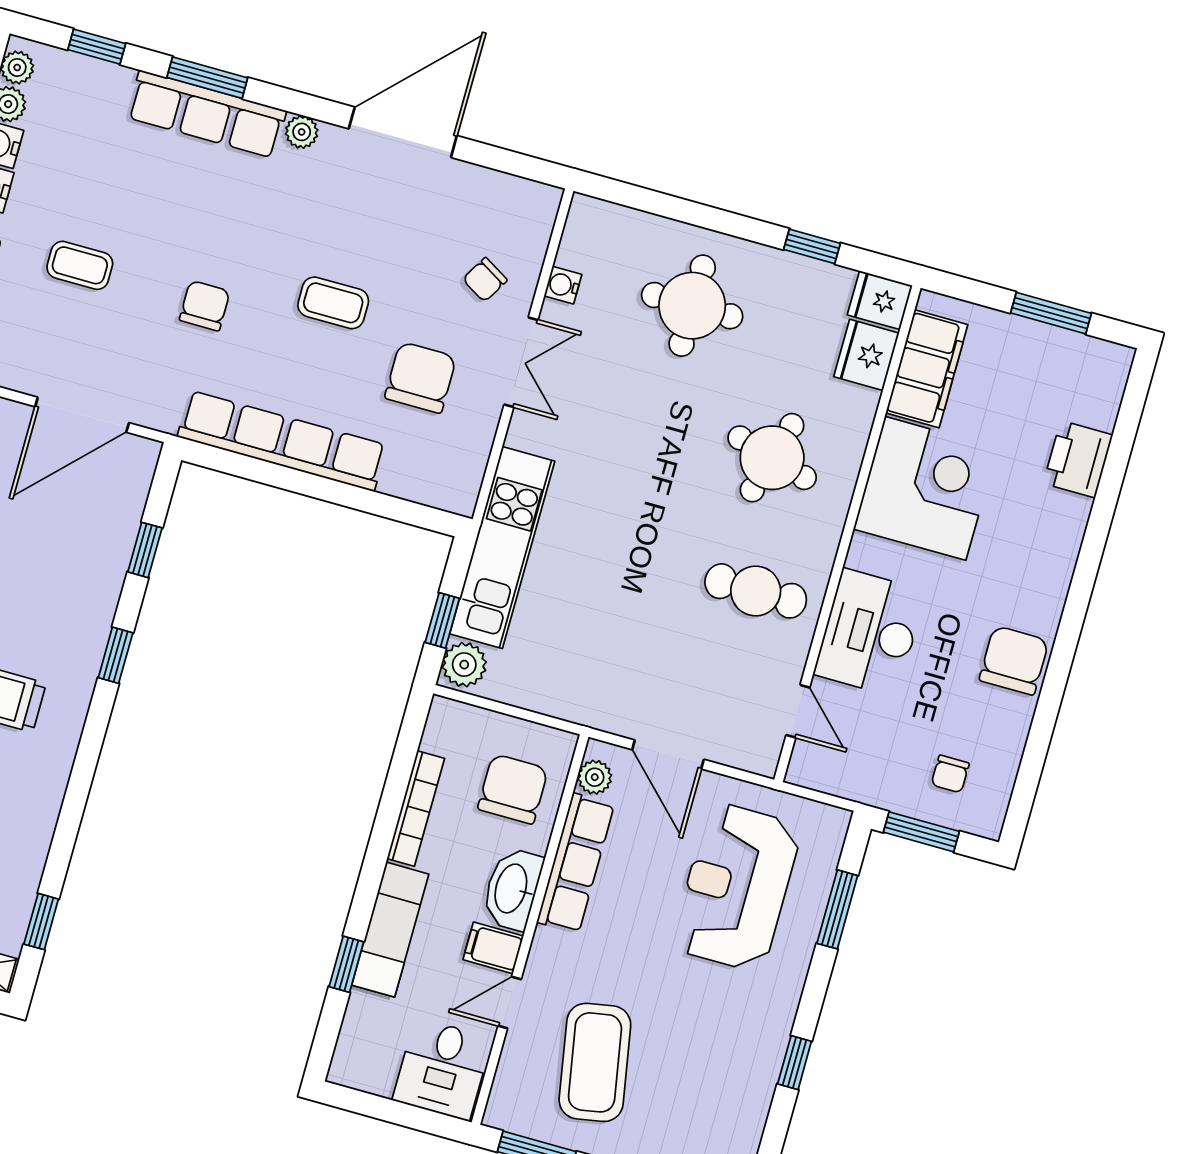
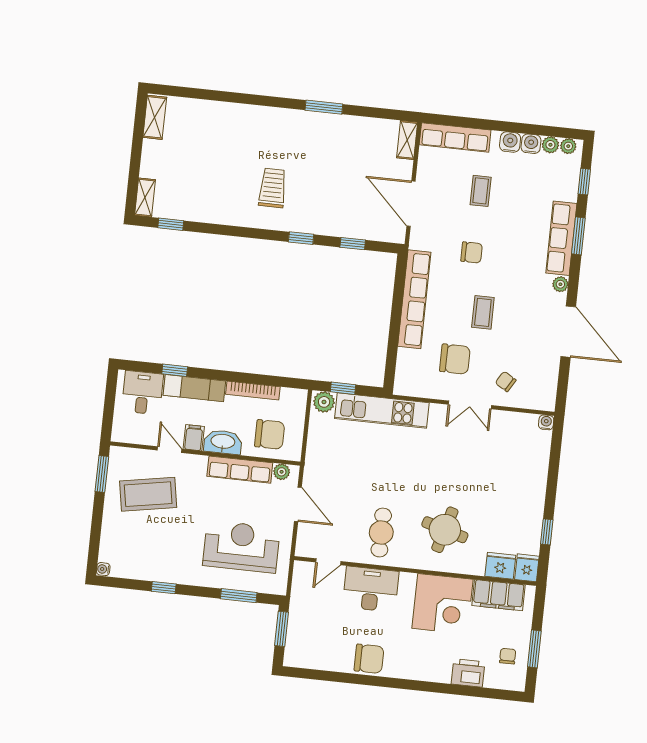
water cooler: (563, 285) -> (546, 422), moved
round table: (692, 306) -> (510, 480), removed
door: (668, 755) -> (298, 504), swing flipped
chair: (950, 774) -> (508, 656), moved, turned 90
desk: (442, 1069) -> (142, 393), moved, turned 90

